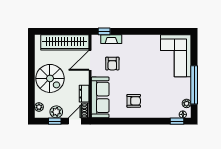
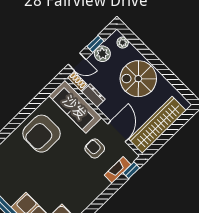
armchair: (134, 101) -> (42, 134), width x1.88, depth x1.88
door: (75, 121) -> (77, 62), hinge flipped

